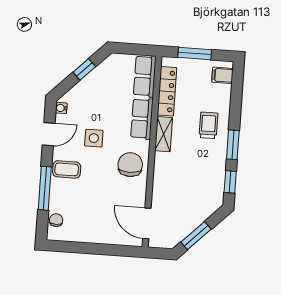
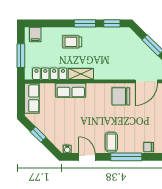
row of seats: (145, 76) -> (32, 98), moved, turned -90
side table: (94, 138) -> (87, 124), removed
chair: (130, 165) -> (121, 96), moved

